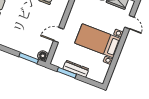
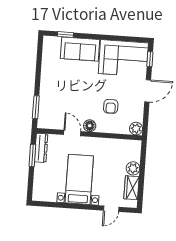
floor lamp: (43, 56) -> (90, 126), moved
dresser: (76, 69) -> (41, 148), moved

